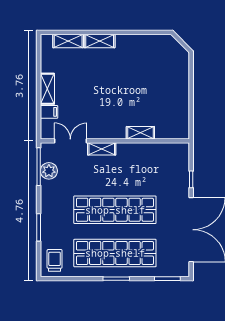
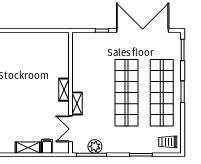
shelving: (140, 133) -> (64, 90), moved

